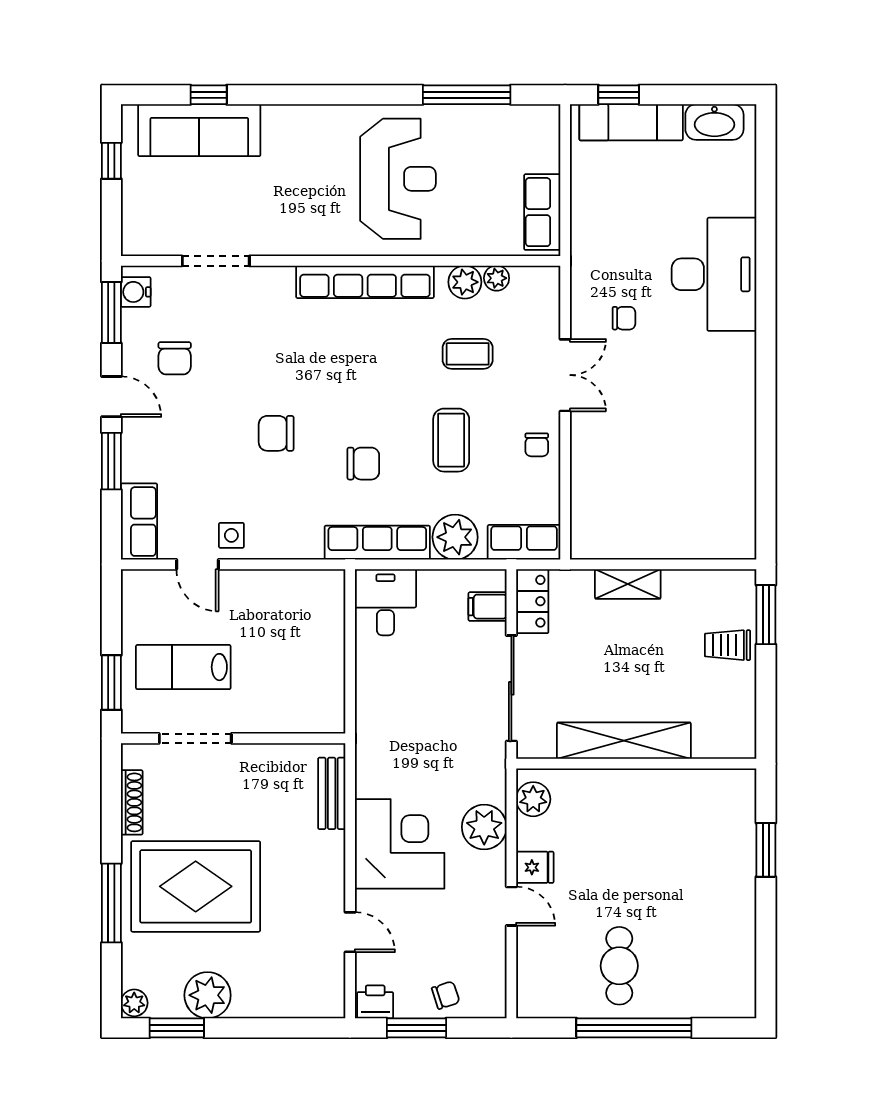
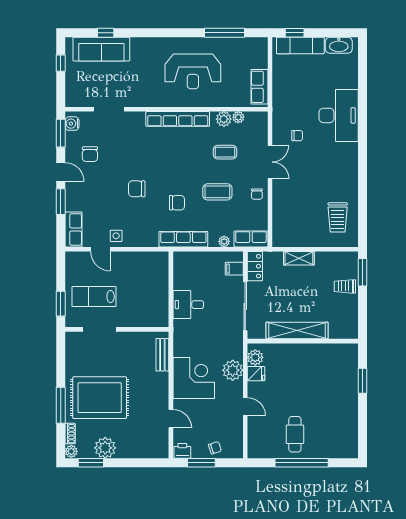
reception desk: (398, 179) -> (193, 71), turned 90
coffee table: (451, 440) -> (217, 192), turned 90
trolley: (712, 496) -> (338, 217), added
plant: (455, 537) -> (224, 241), width x0.53, depth x0.53
desk: (385, 602) -> (188, 305), moved, turned -90
shoe rack: (132, 802) -> (70, 434), moved, width x0.70
fridge: (535, 867) -> (256, 374), moved

